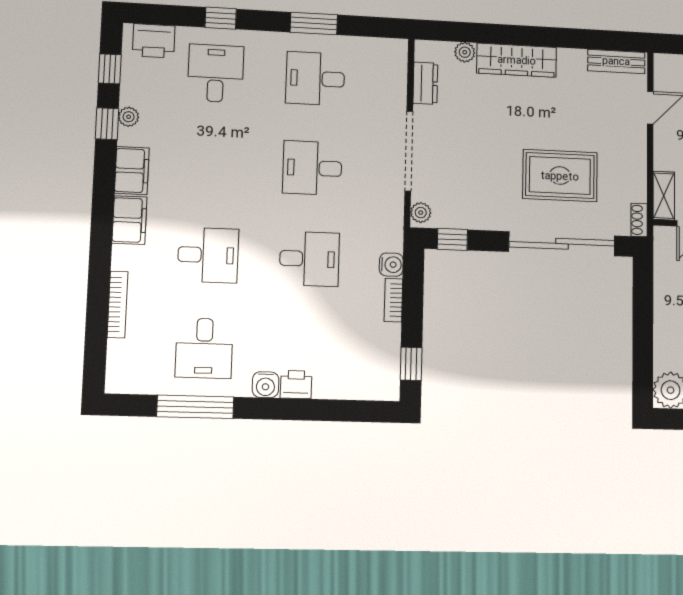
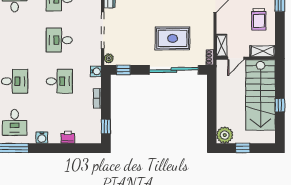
water cooler: (391, 265) -> (96, 71), moved
printer: (296, 385) -> (68, 137), moved

